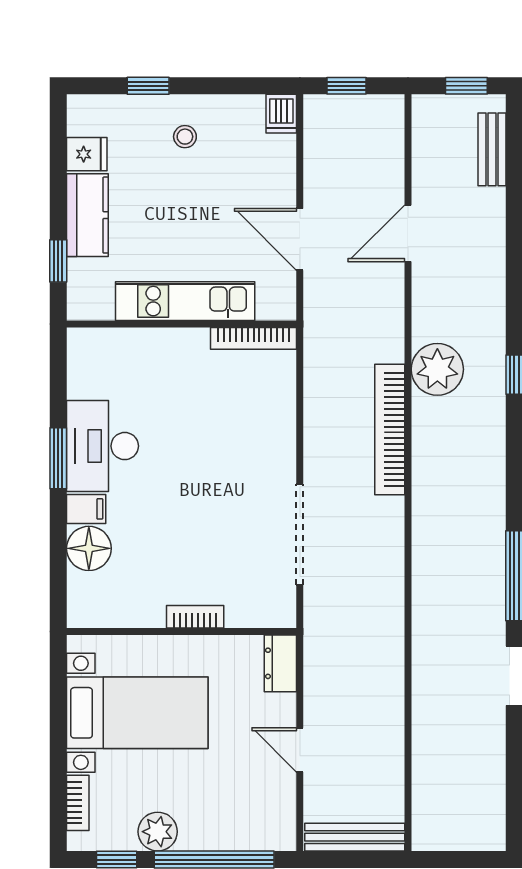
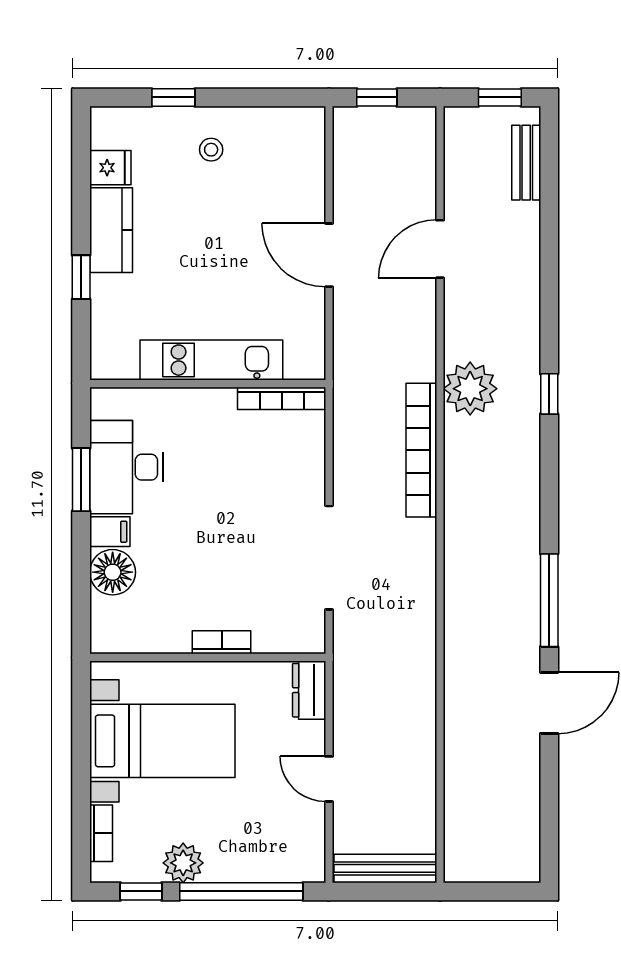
dishwasher: (281, 114) -> (310, 126), removed
kitchen unit: (185, 301) -> (211, 360), moved
wall: (182, 324) -> (208, 384), moved
bookcase: (254, 338) -> (282, 398), moved

